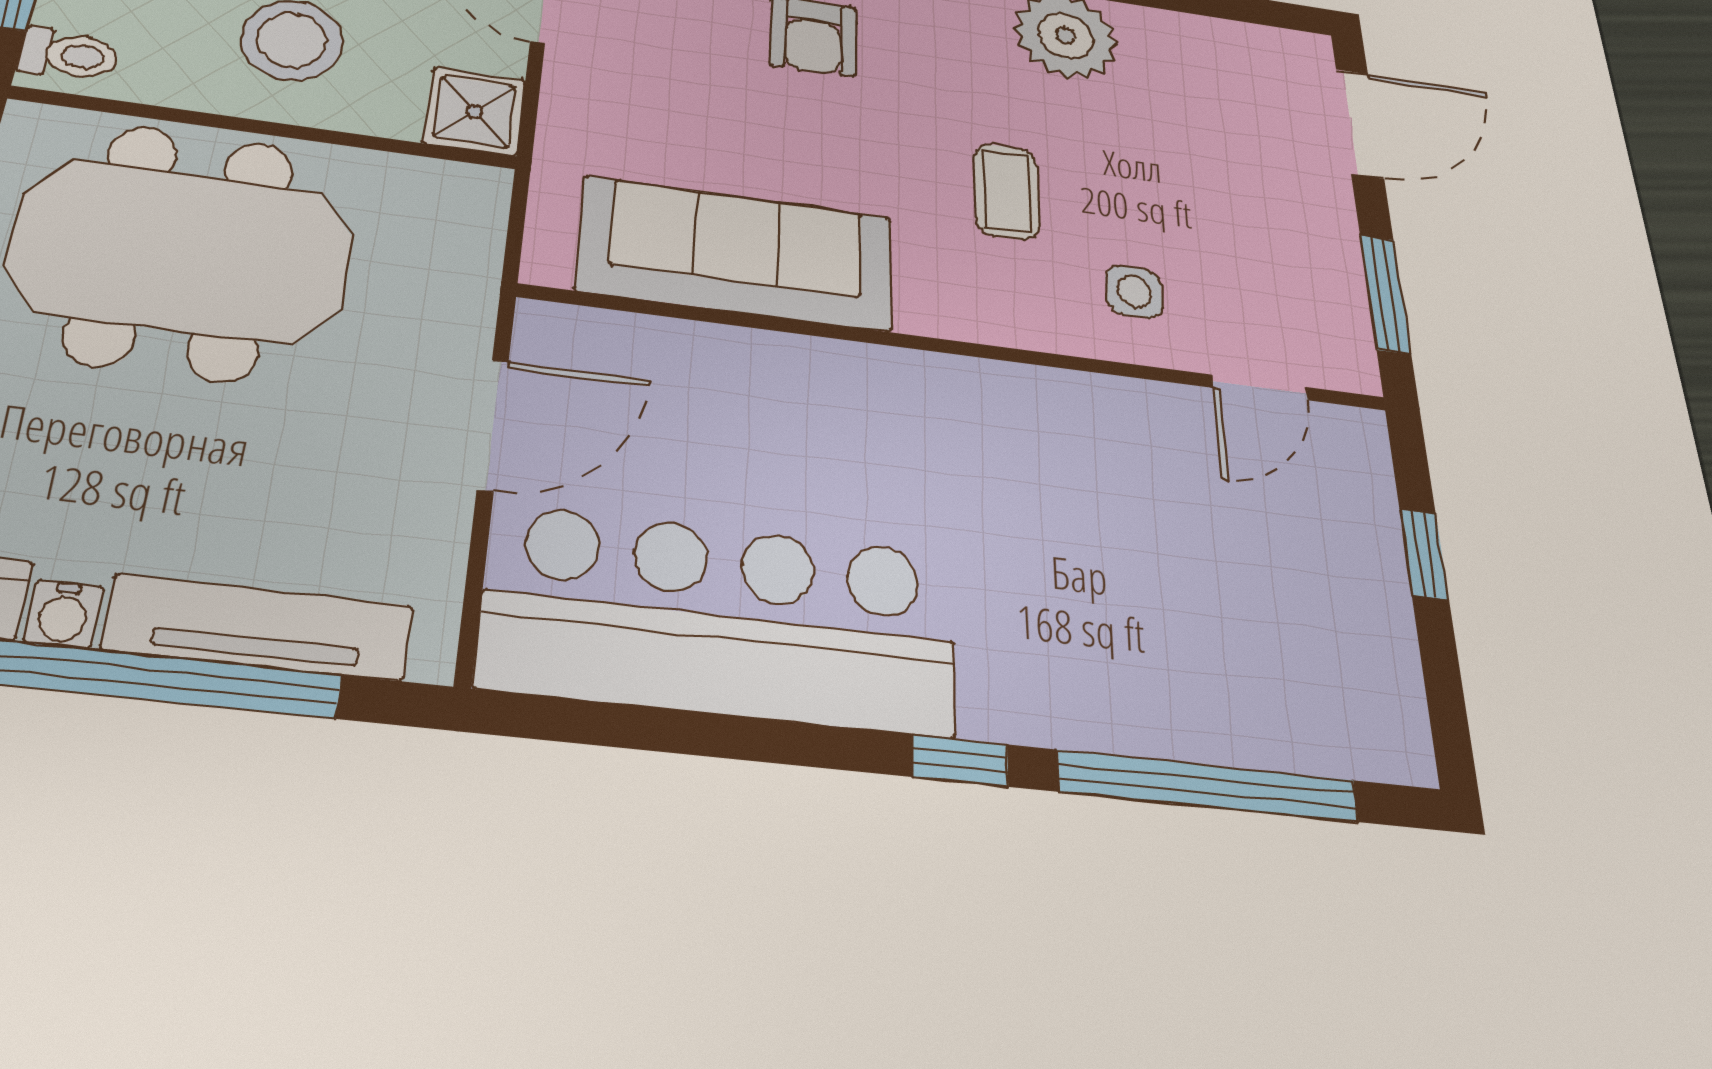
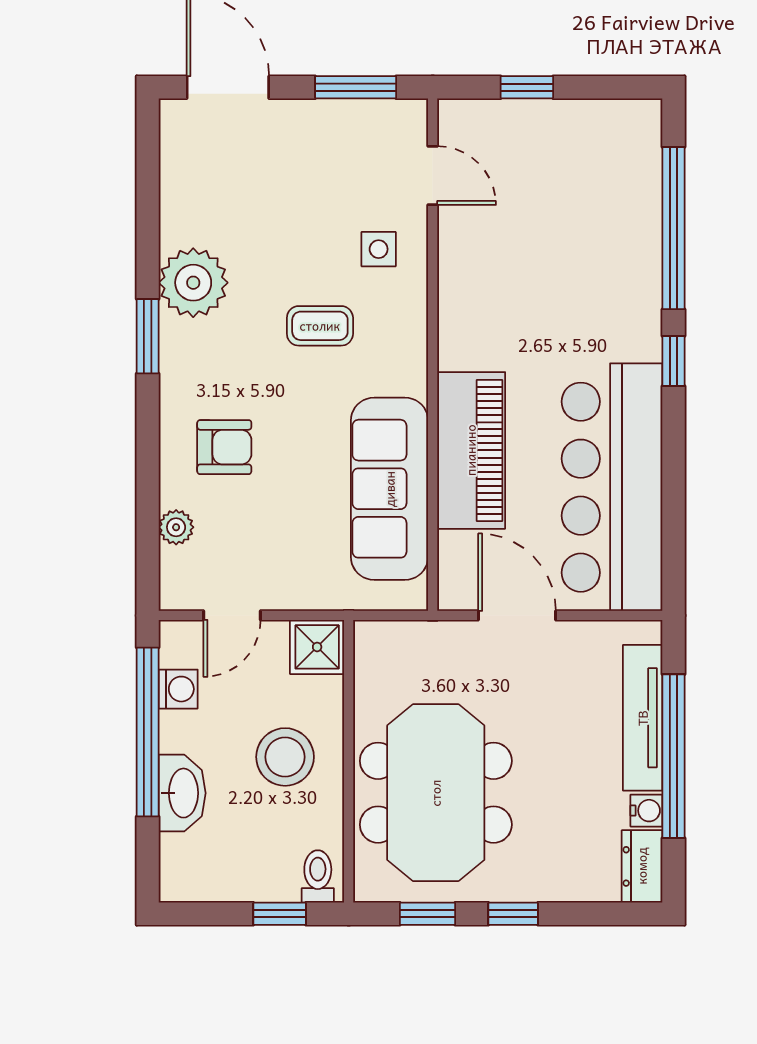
piano: (798, 387) -> (471, 450), added

